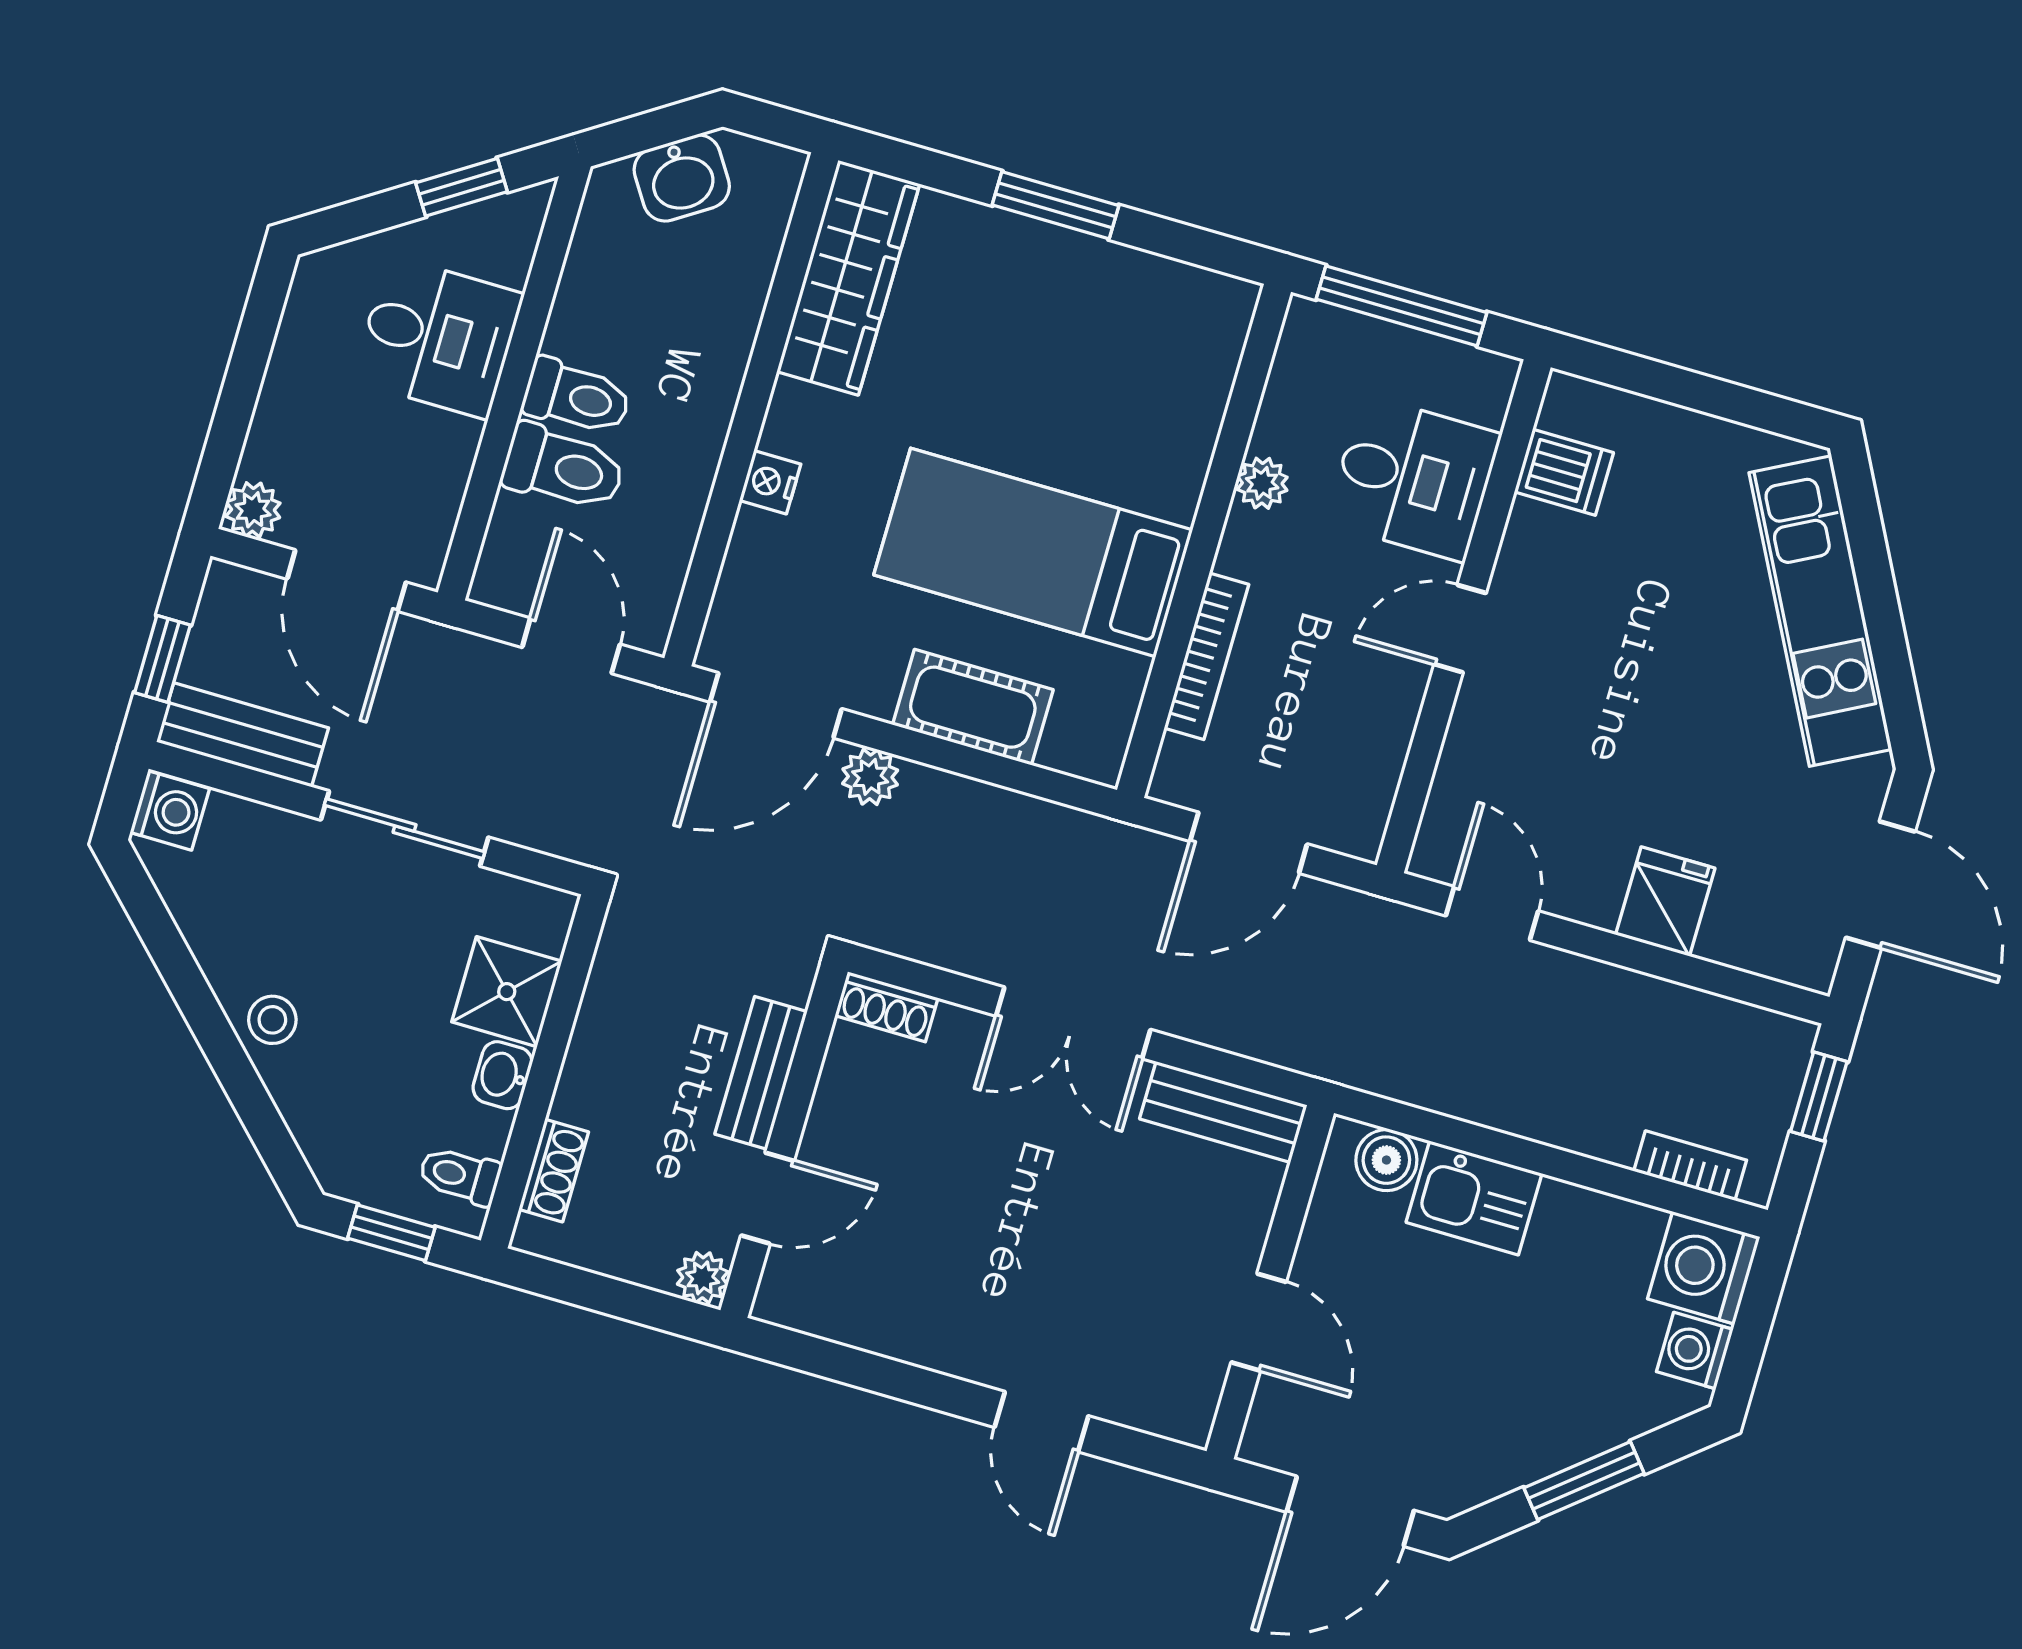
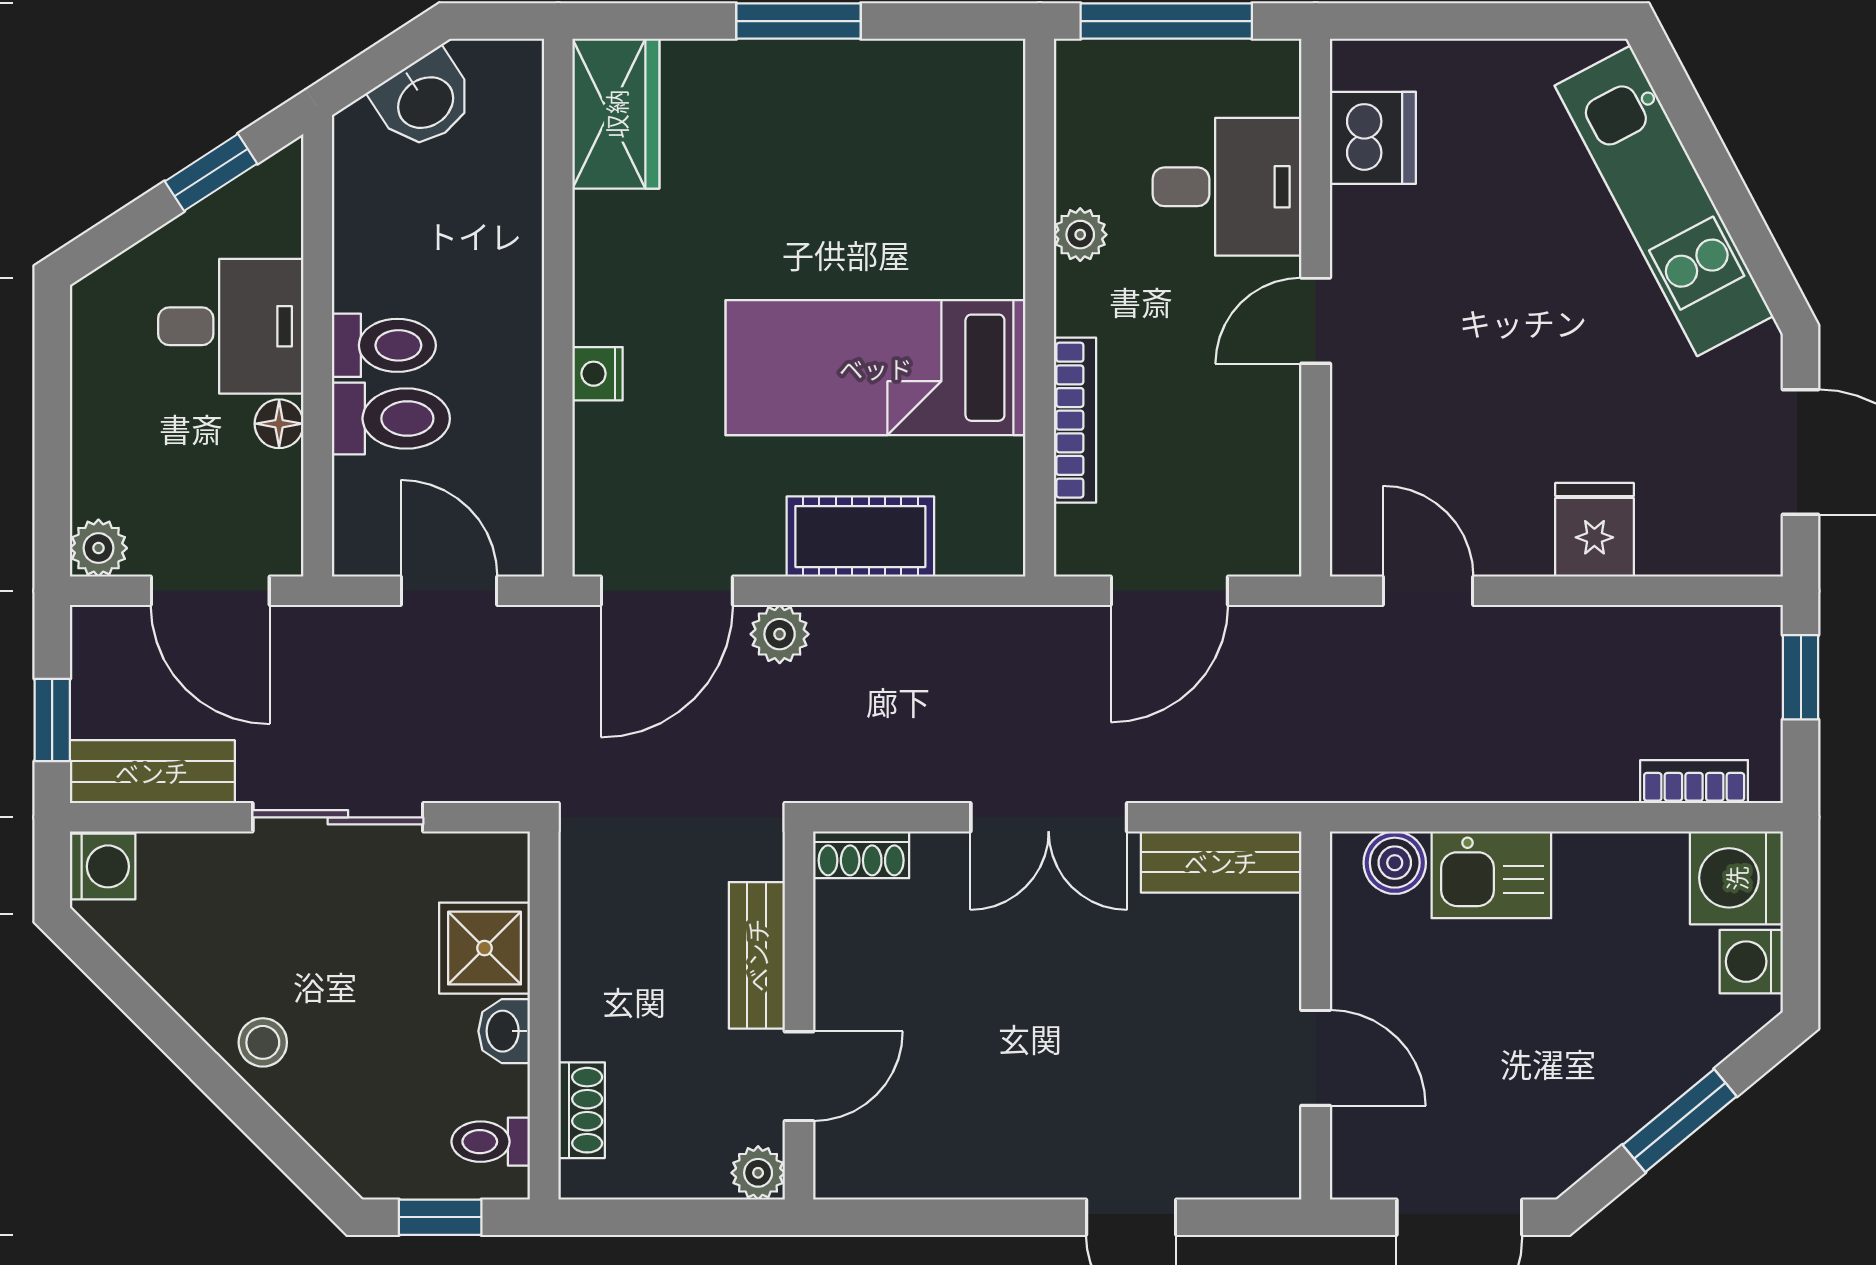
wardrobe: (848, 278) -> (616, 114), width x0.67
floor lamp: (457, 442) -> (279, 424), added
dishwasher: (1564, 472) -> (1373, 138), width x1.38

